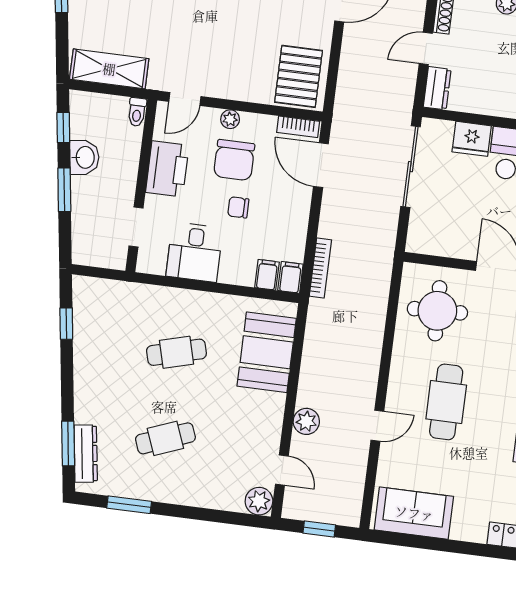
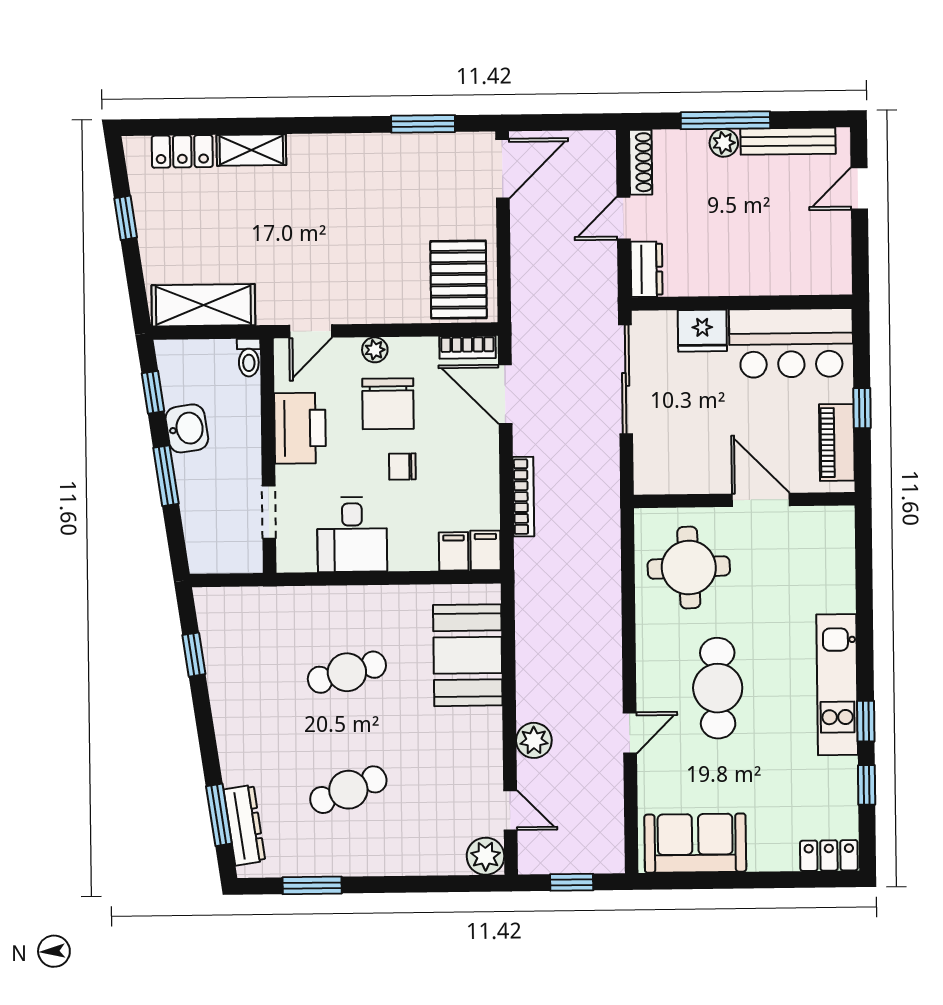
bookcase: (320, 268) -> (523, 497), moved

